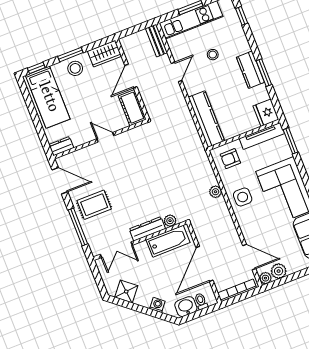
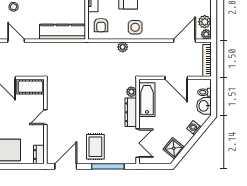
door: (205, 264) -> (176, 78), width x0.73

